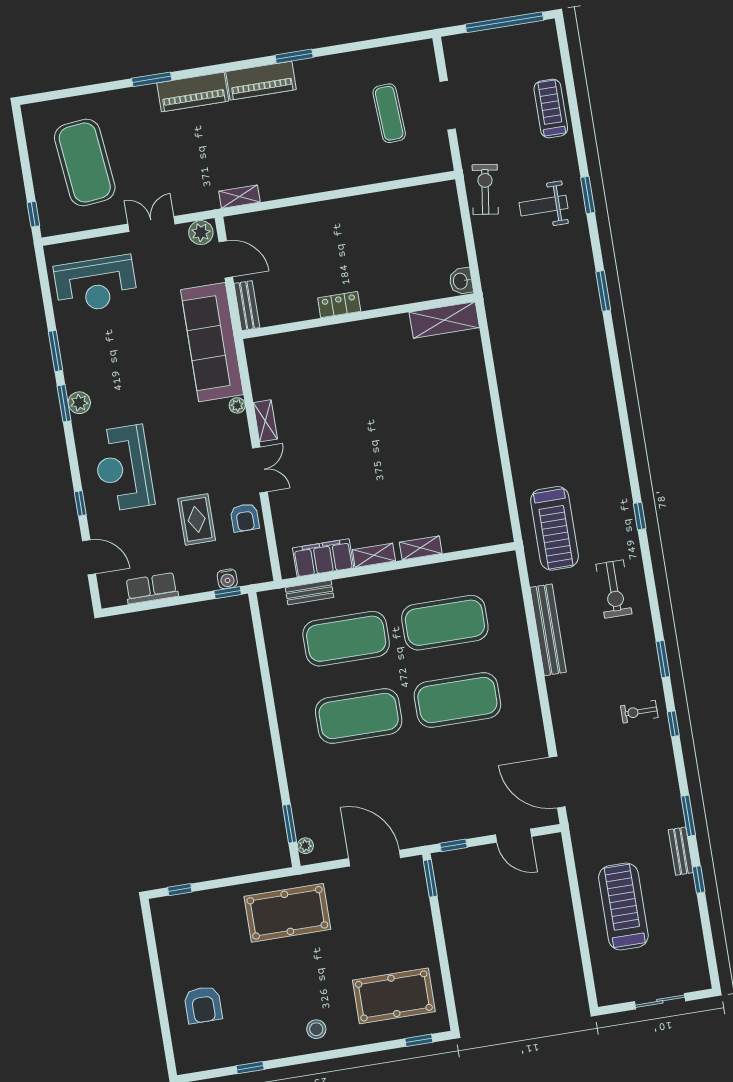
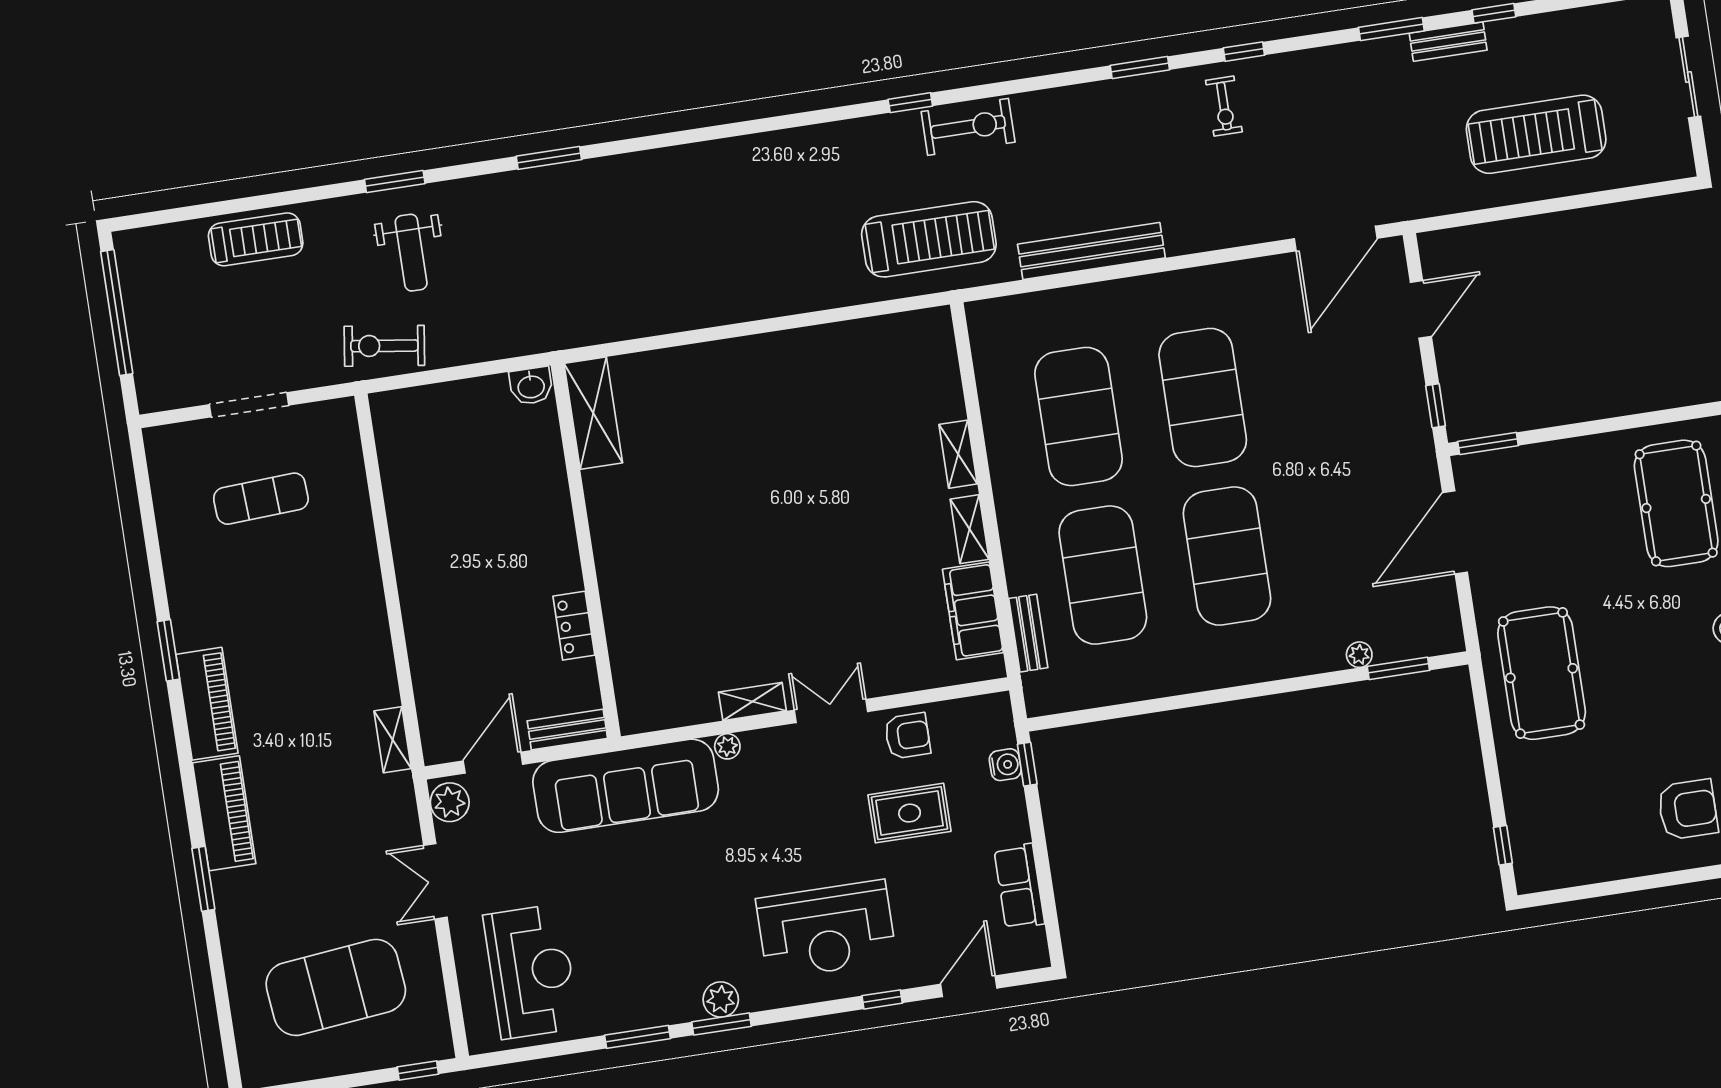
treadmill: (551, 108) -> (256, 239), turned 180
locker: (339, 305) -> (574, 626), moved
exercise bike: (614, 589) -> (968, 127), moved
plant: (305, 846) -> (1359, 655), moved

